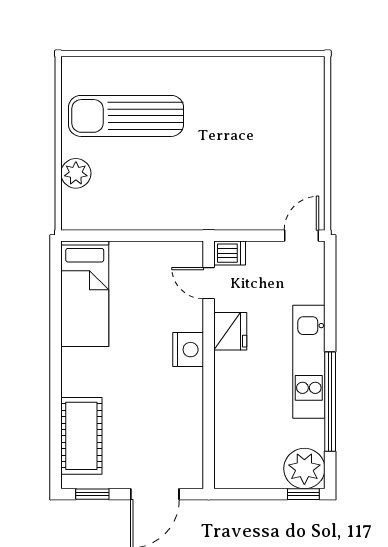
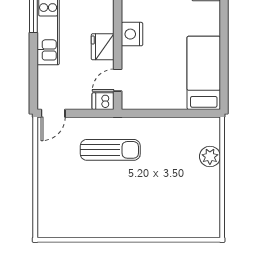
sun lounger: (126, 116) -> (110, 150), moved, width x0.73, depth x0.75
door: (209, 283) -> (118, 80), swing flipped

